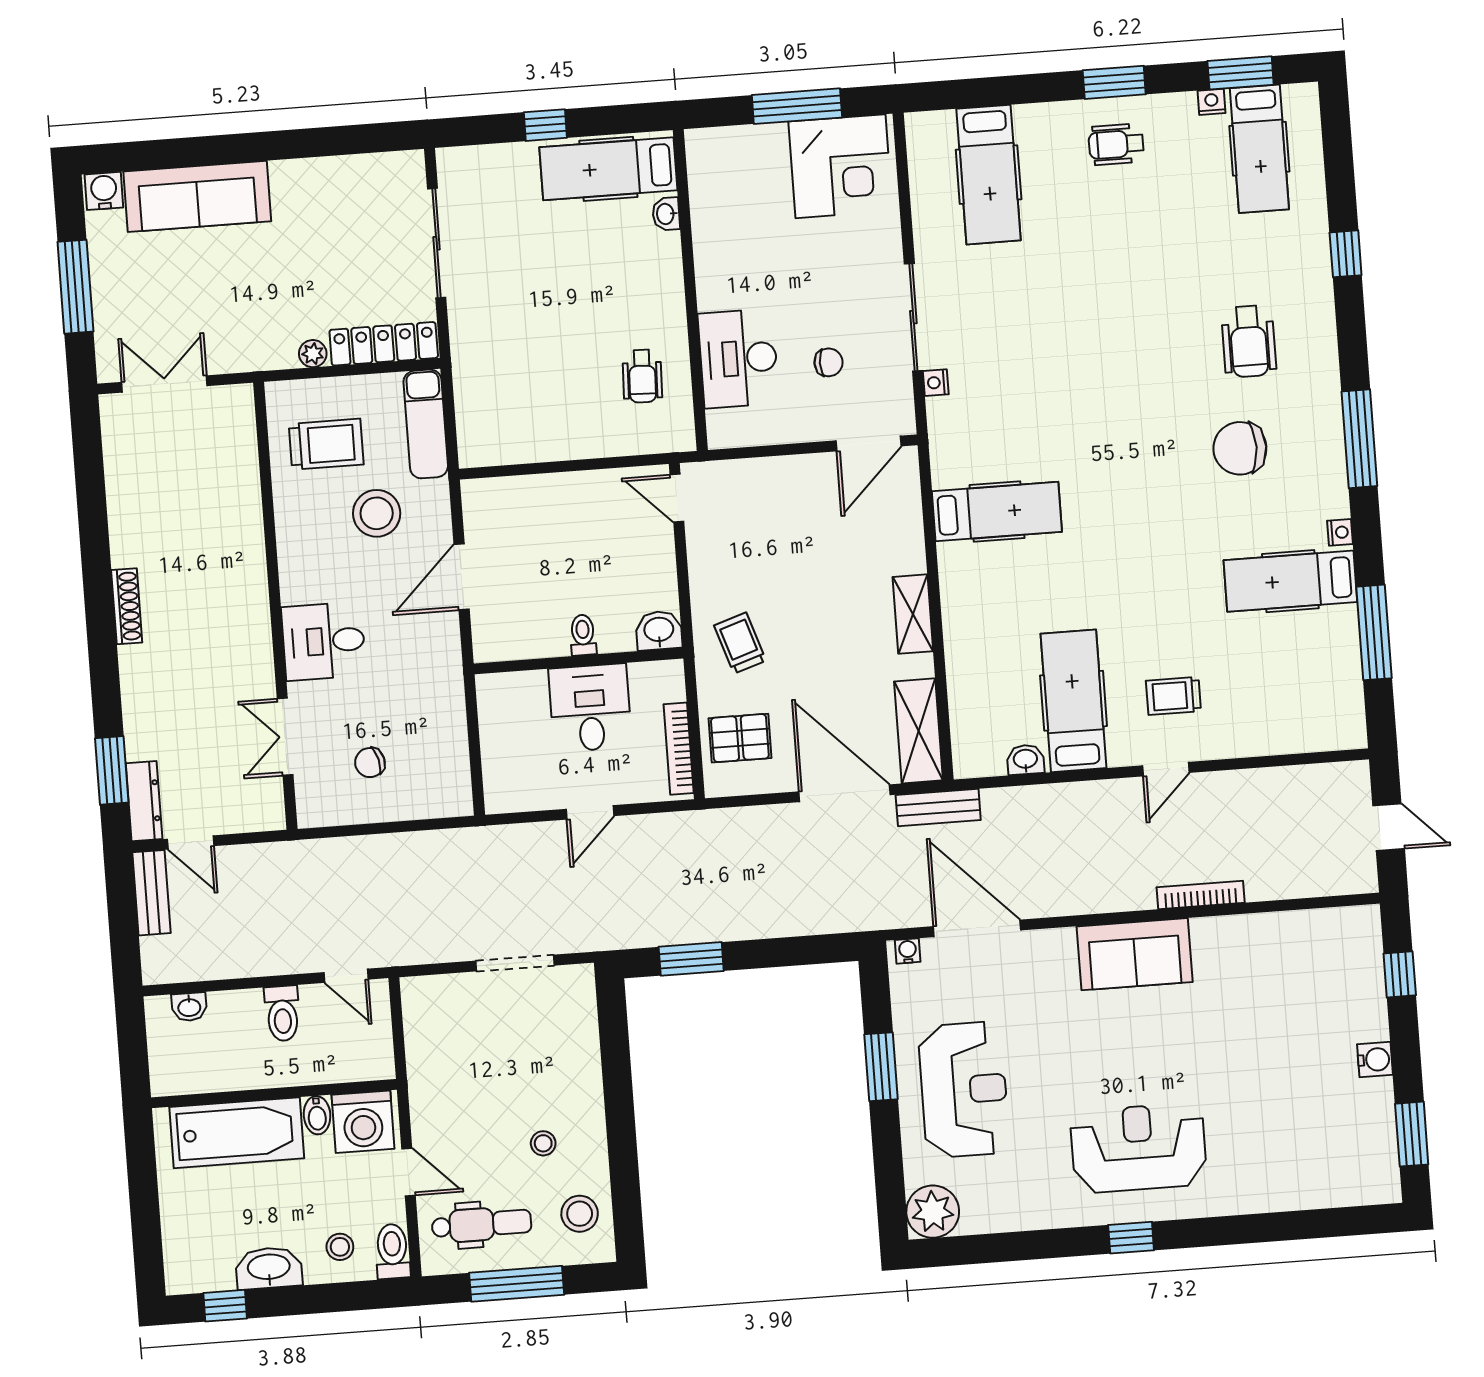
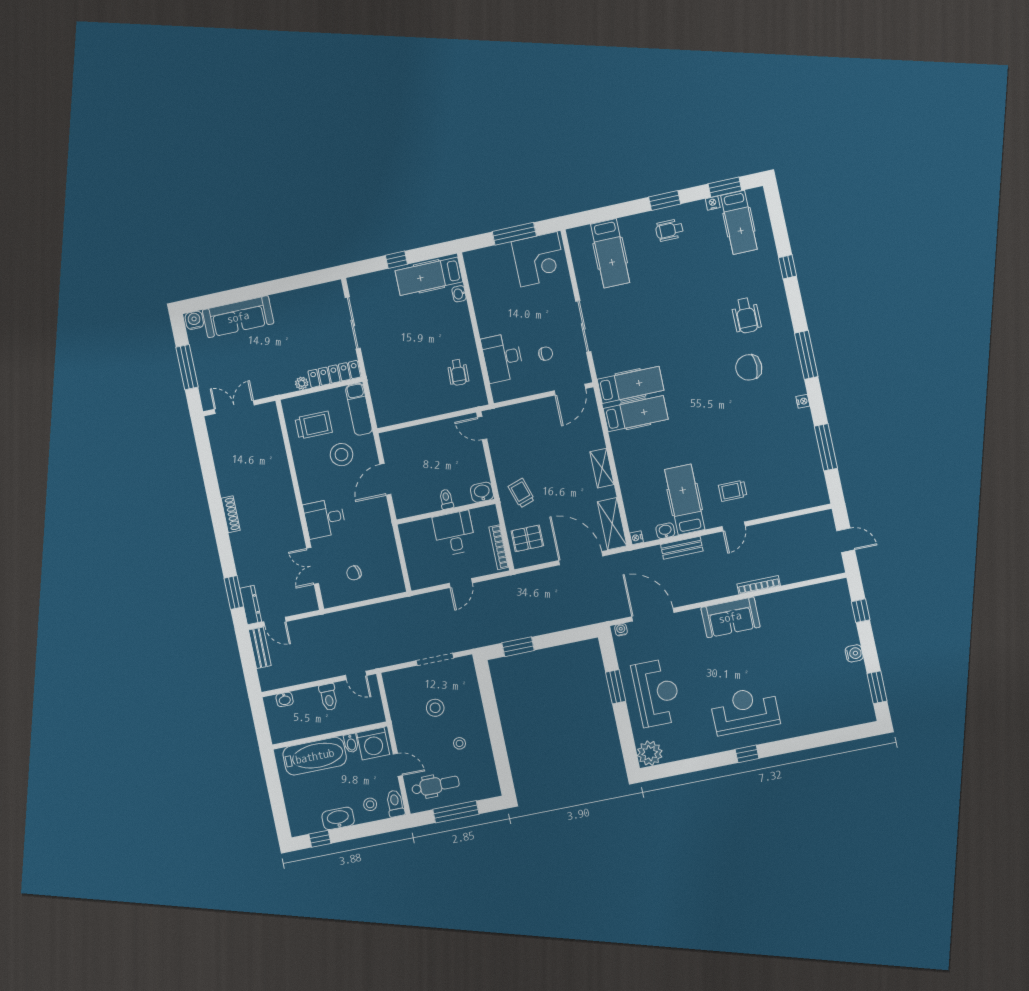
nightstand: (936, 383) -> (636, 538), moved
hospital bed: (1290, 581) -> (630, 385), moved, turned 180
bench: (938, 808) -> (682, 548), moved
stool: (580, 1214) -> (435, 708), moved

